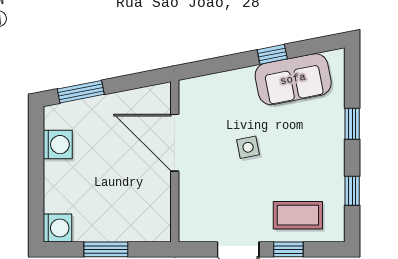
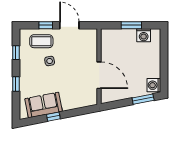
washing machine: (58, 145) -> (154, 85), moved
side table: (248, 147) -> (50, 61), moved
washing machine: (57, 228) -> (144, 35), moved, turned -90

